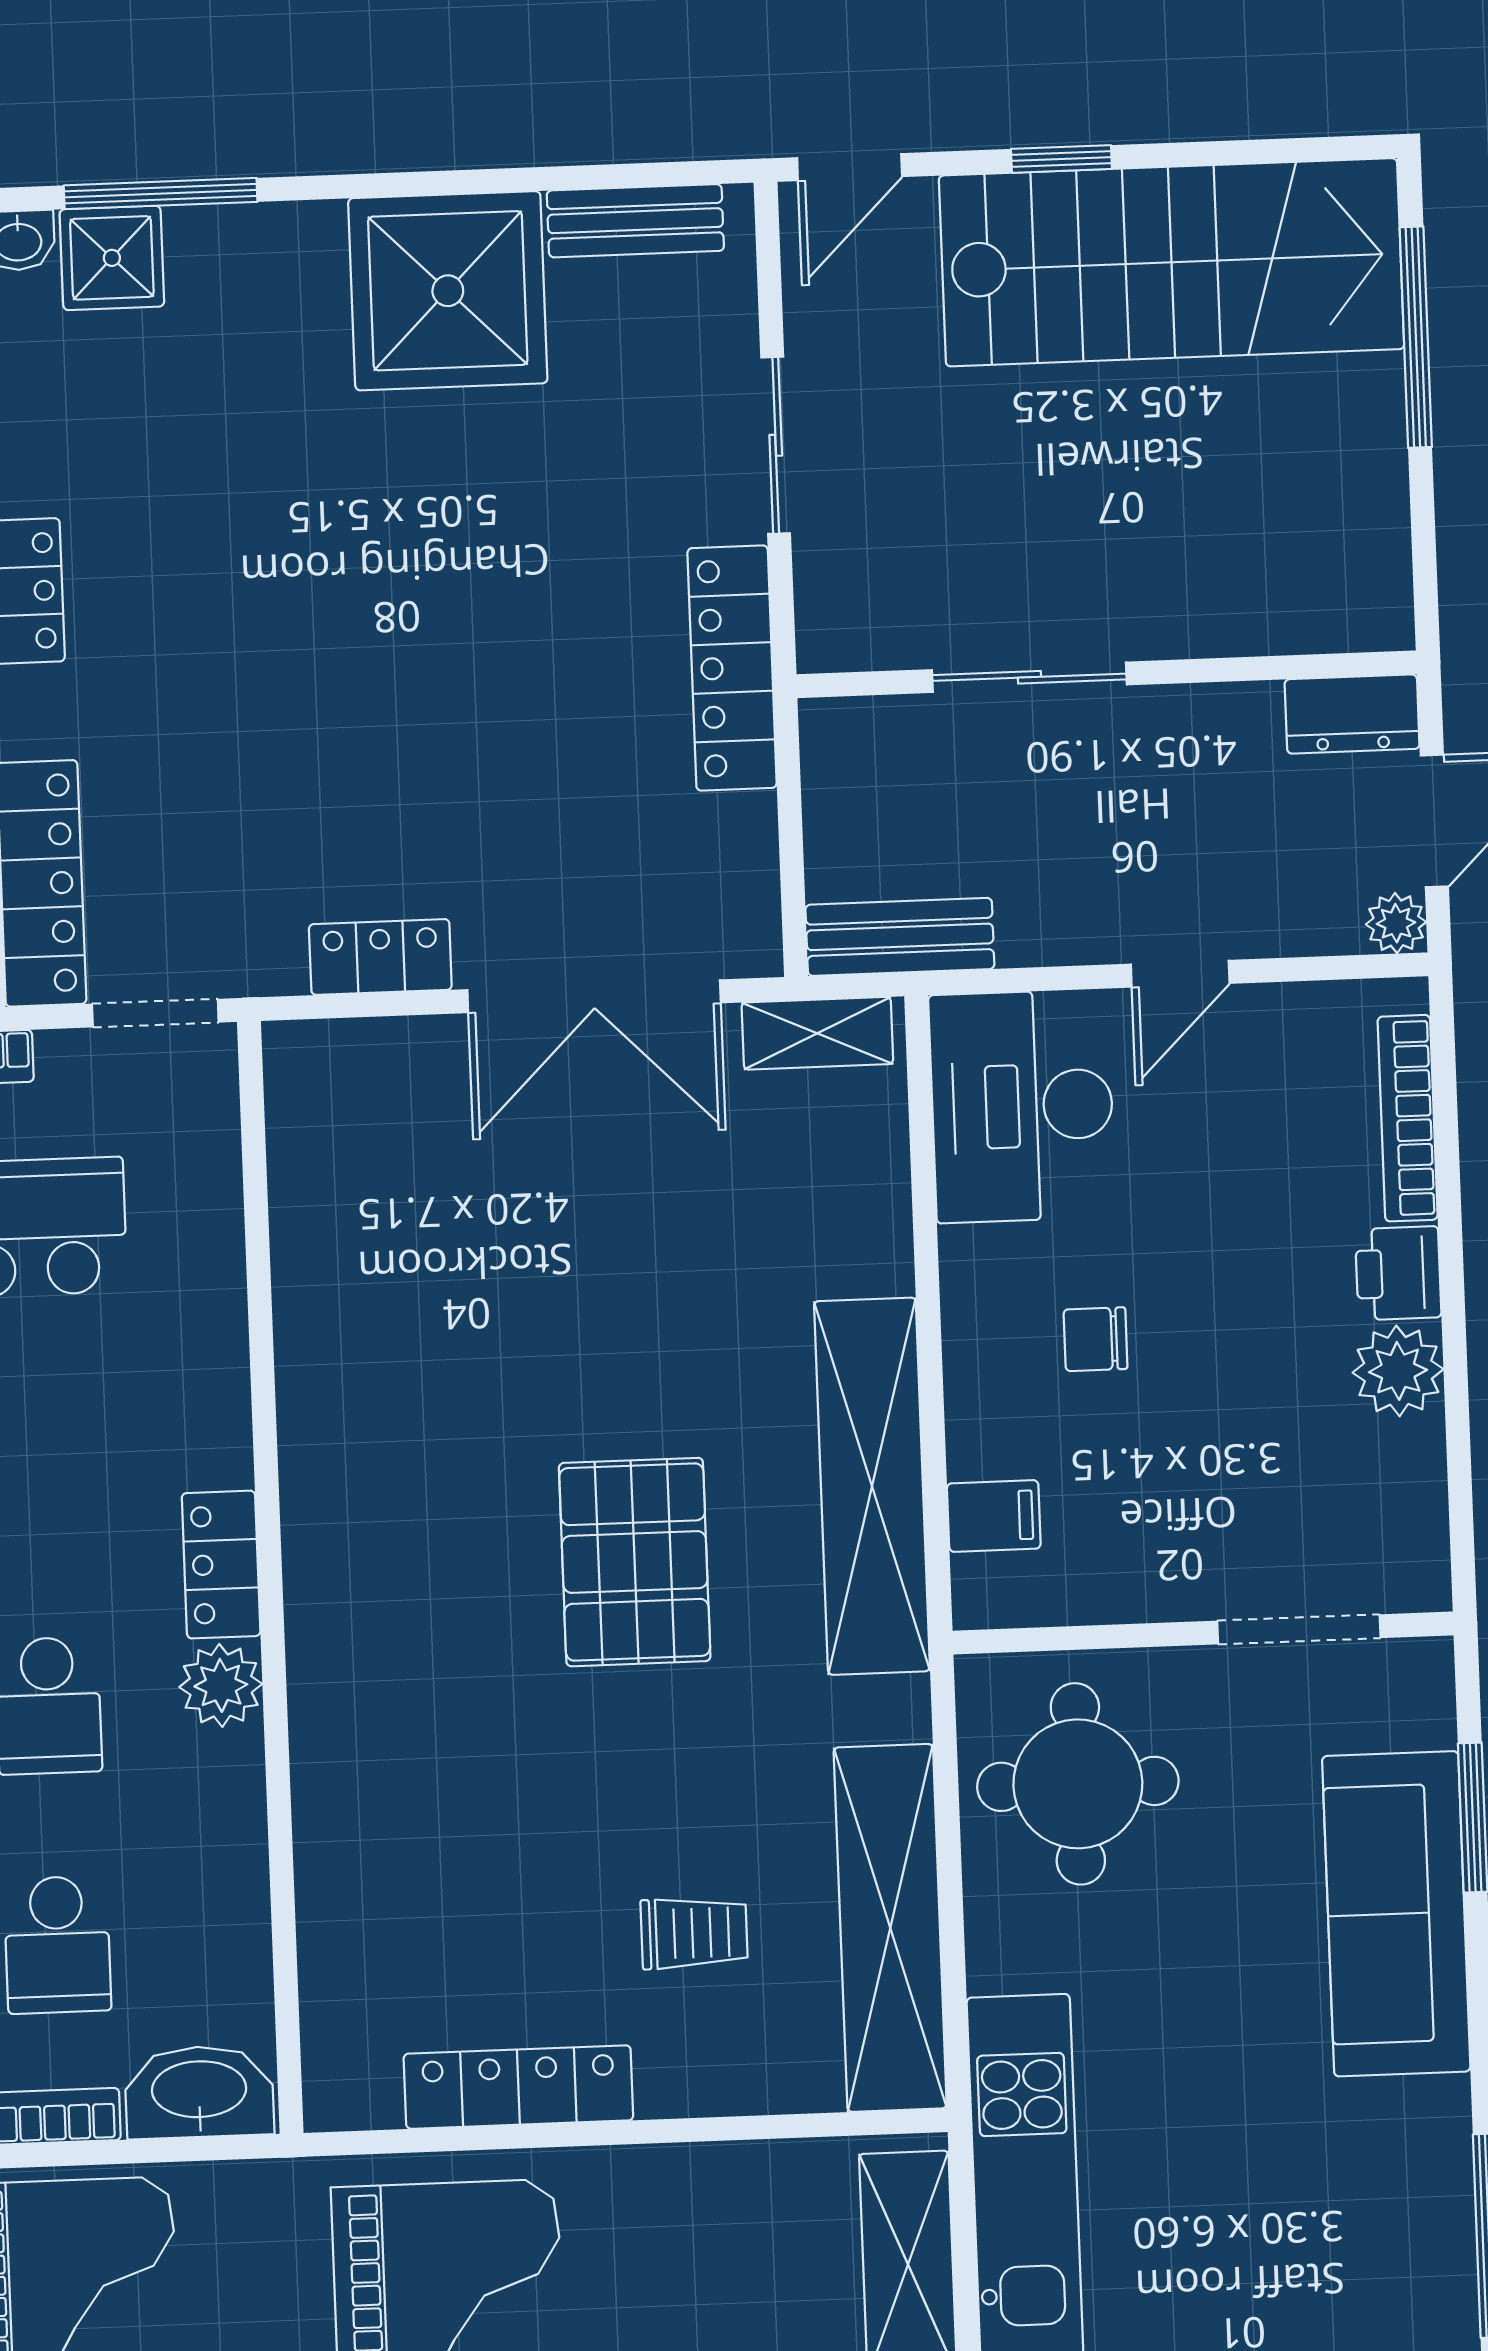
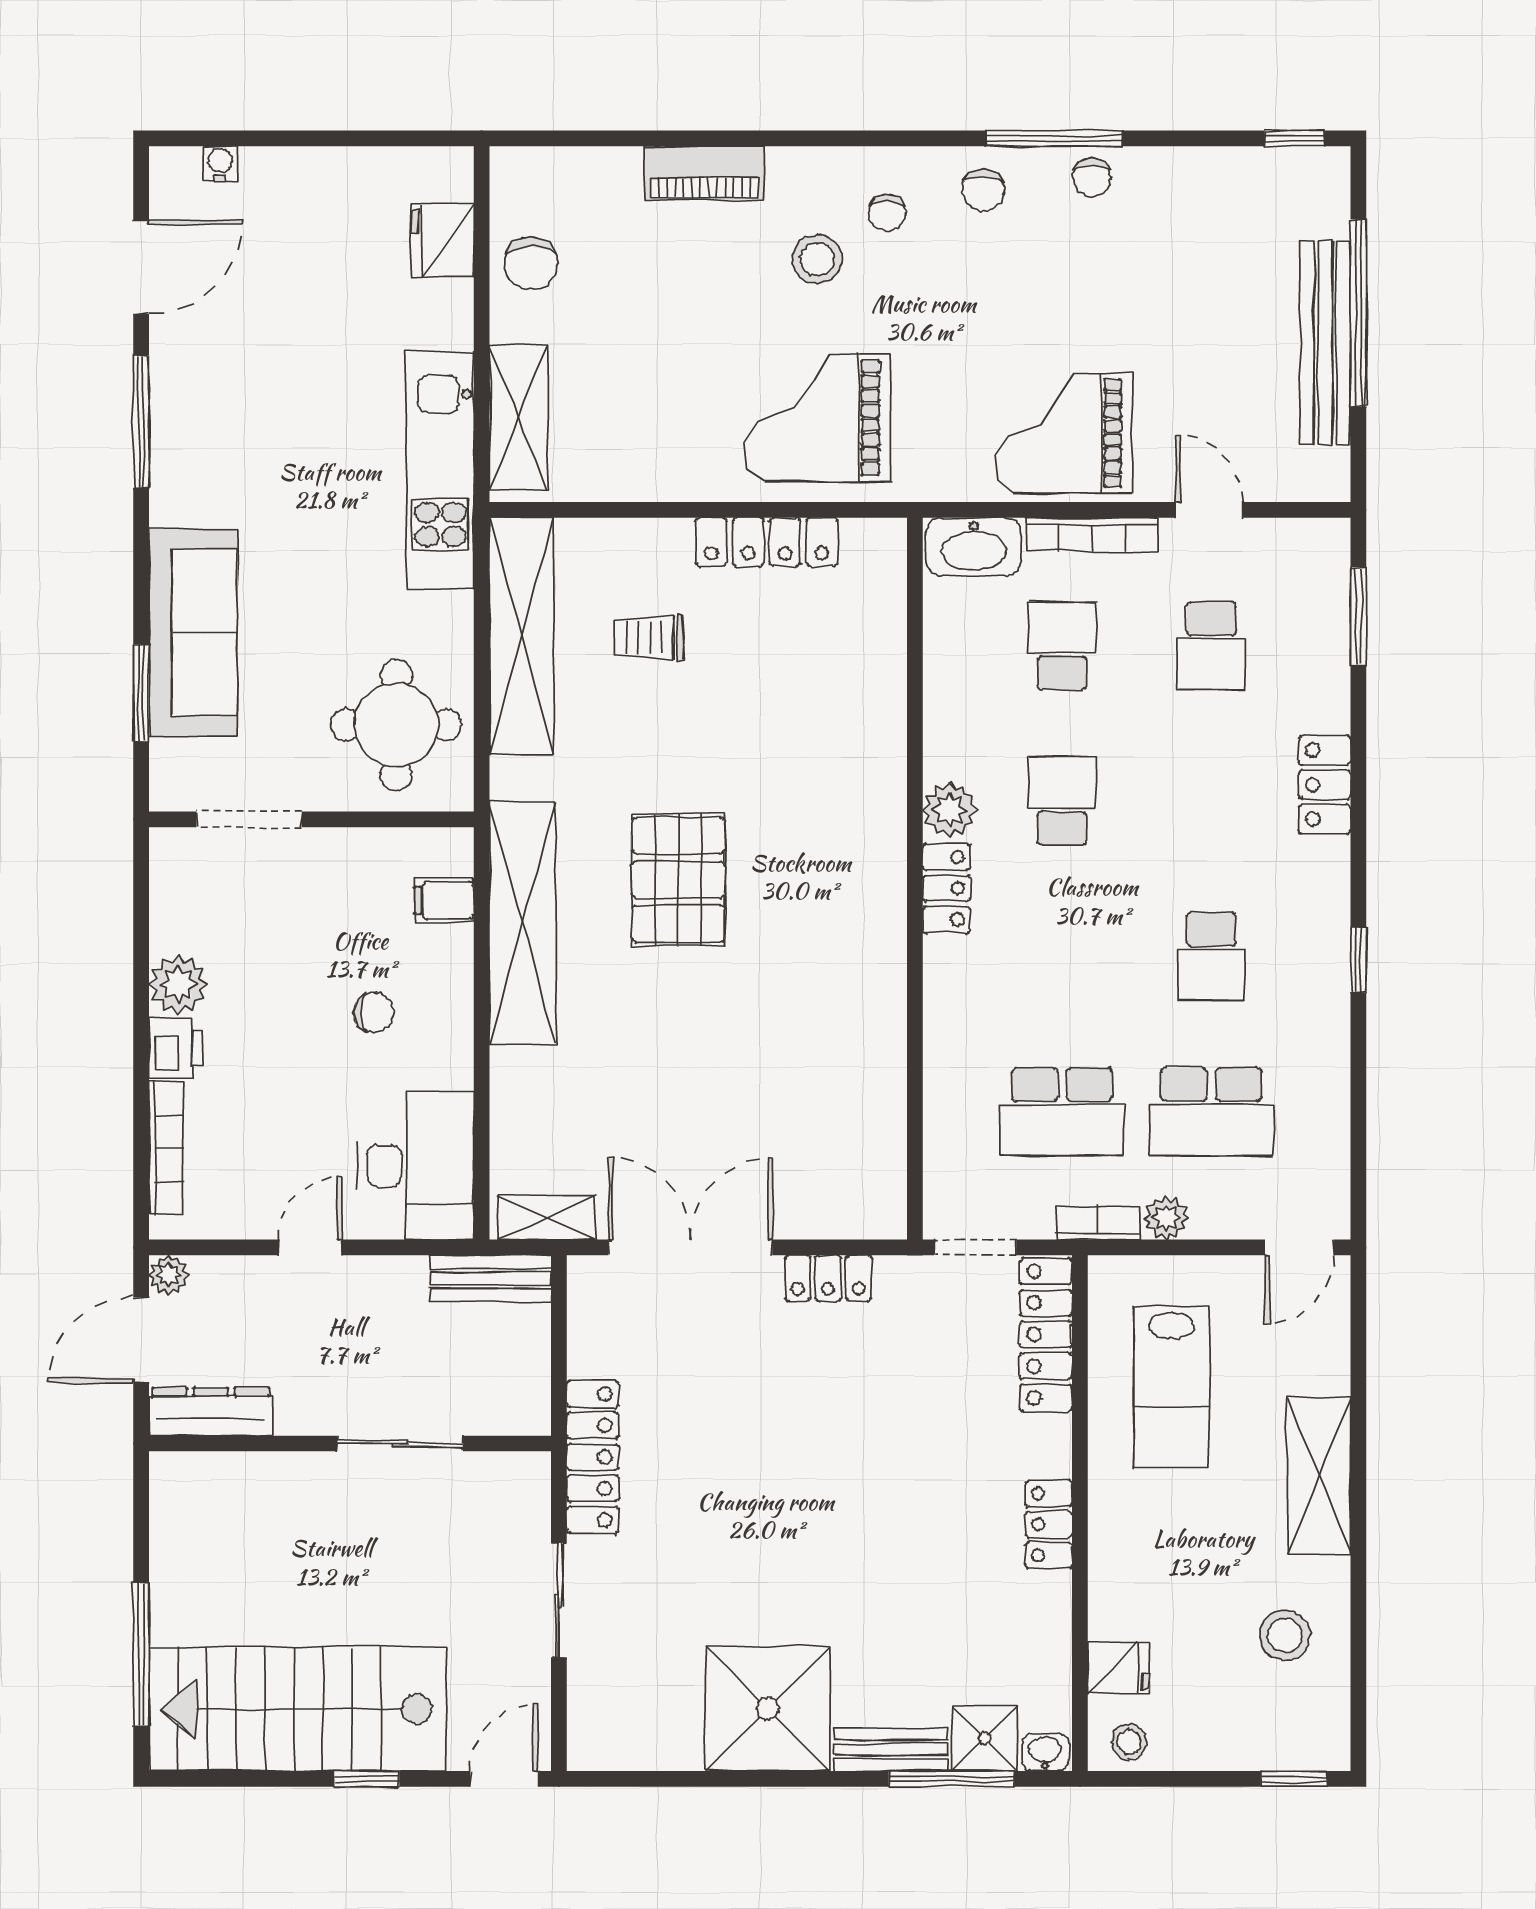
bench: (635, 221) -> (891, 1749), moved
dresser: (1352, 714) -> (211, 1412), width x1.44

